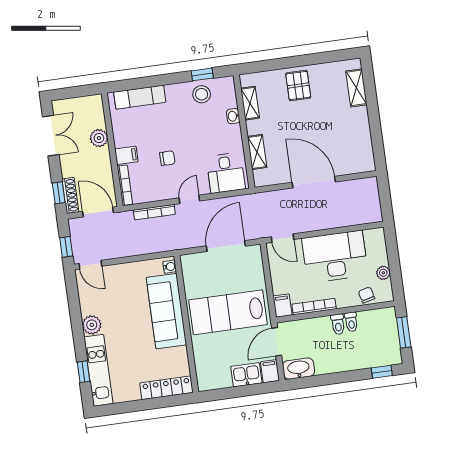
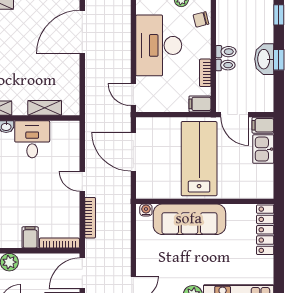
chair: (167, 158) -> (39, 197), removed
desk: (226, 173) -> (32, 139), moved, turned -90
door: (314, 182) -> (82, 32), moved
door: (283, 238) -> (133, 95), swing flipped
bookcase: (314, 307) -> (205, 73), width x0.64
lab bench: (228, 312) -> (199, 159), turned 180
toilet: (351, 322) -> (225, 65), moved
washbasin: (299, 369) -> (264, 59), moved
window: (337, 378) -> (279, 60), added

